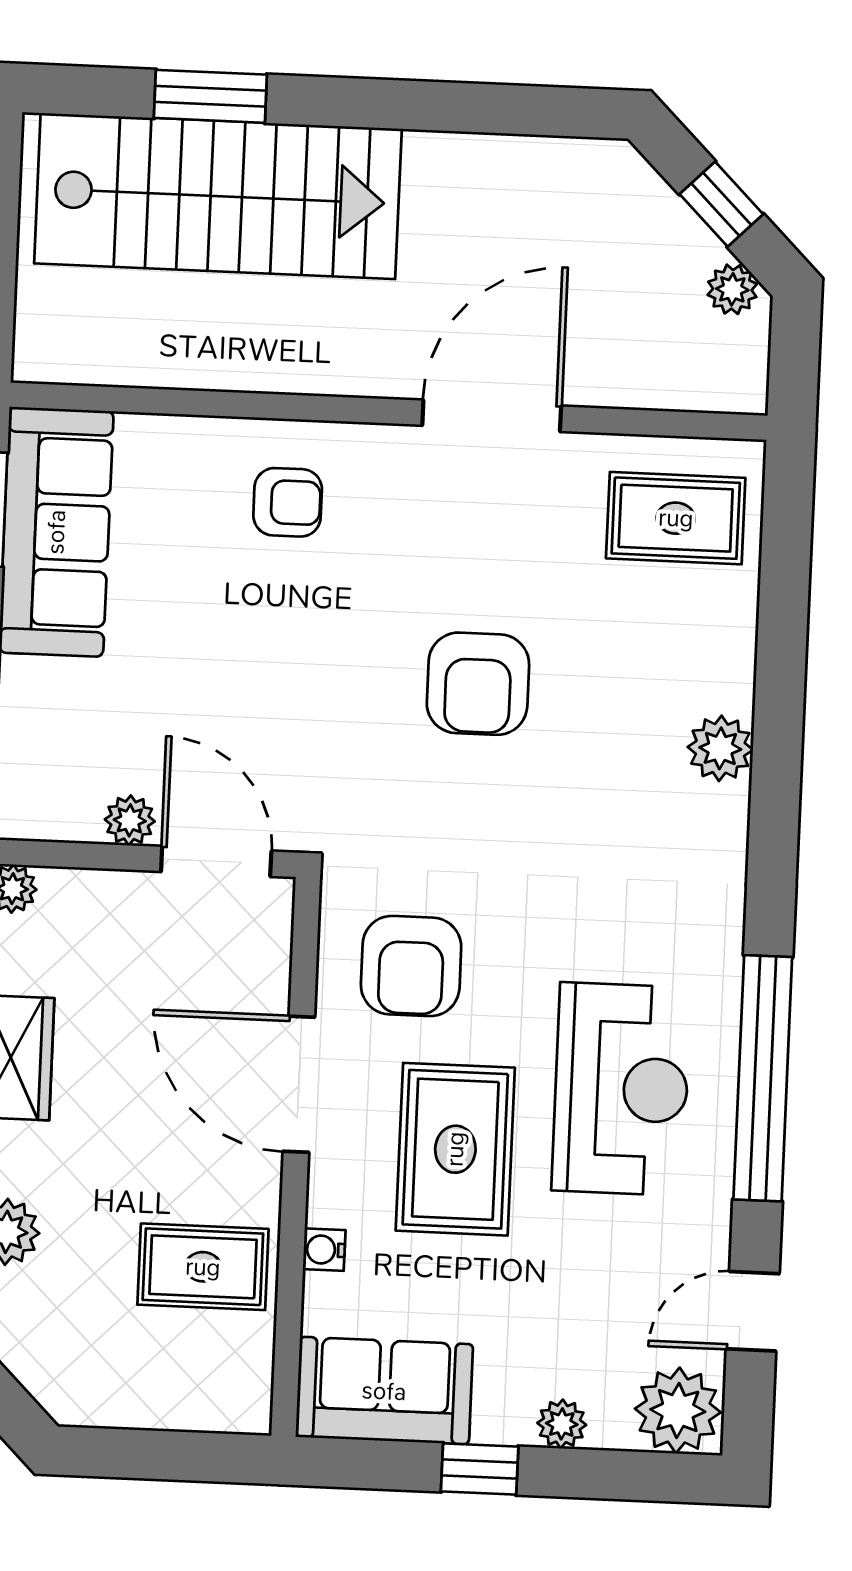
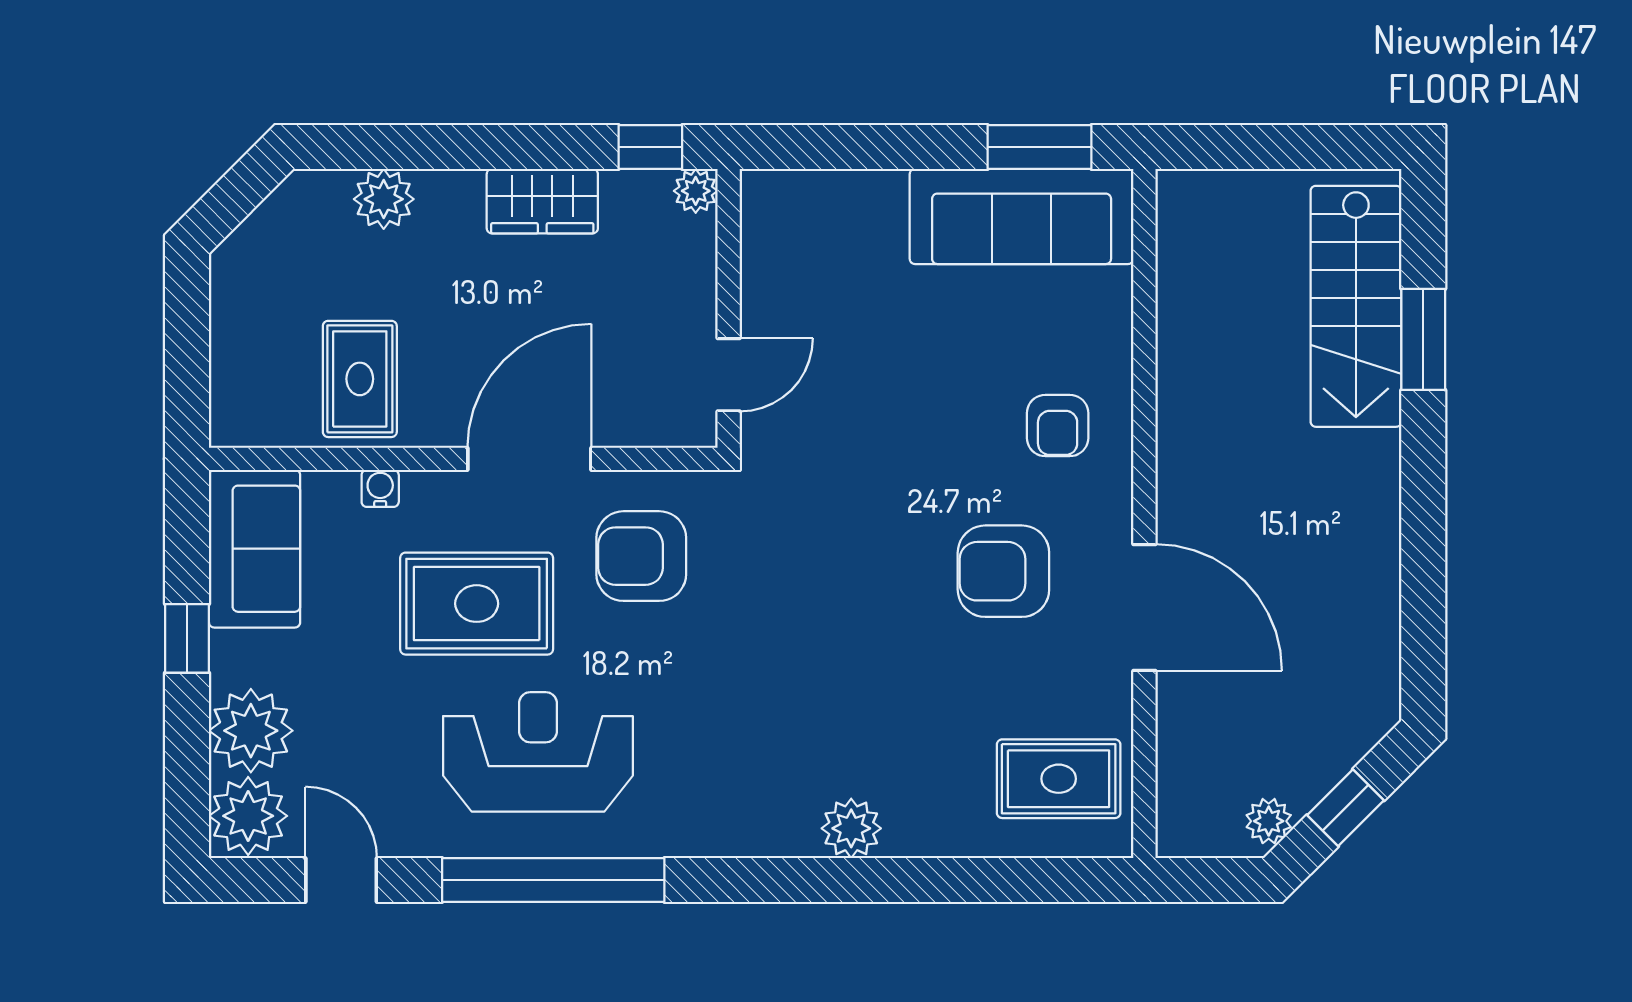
stairs: (218, 196) -> (1356, 306), width x0.73, depth x0.66
rug: (676, 518) -> (1059, 779), turned 90
armchair: (478, 684) -> (1003, 571), moved
plant: (130, 820) -> (762, 295), removed
door: (216, 861) -> (729, 375), width x0.73
reception desk: (621, 1089) -> (538, 752), turned 180
plant: (562, 1424) -> (251, 731), width x1.87, depth x1.87

